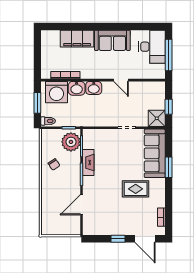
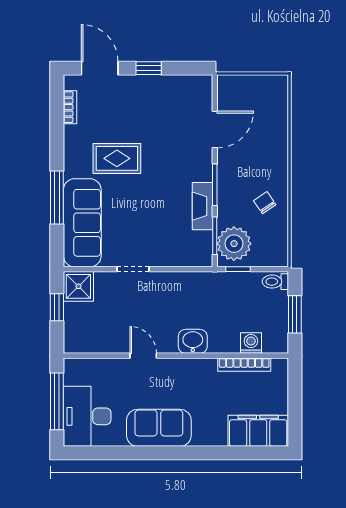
filing cabinet: (77, 39) -> (258, 431), moved
washbasin: (77, 88) -> (224, 341), removed
washing machine: (57, 92) -> (251, 343), width x0.53, depth x0.53
window: (169, 167) -> (57, 198), width x1.44

